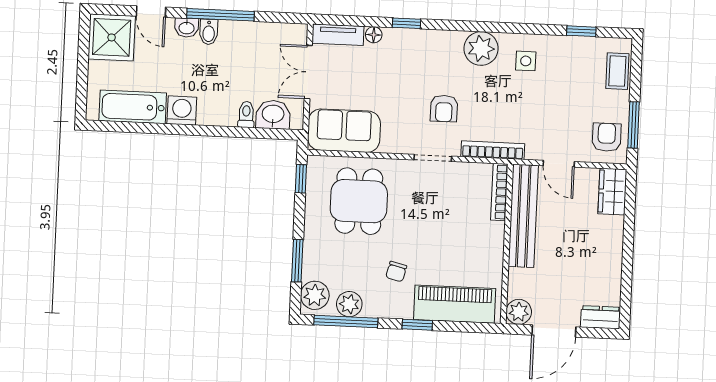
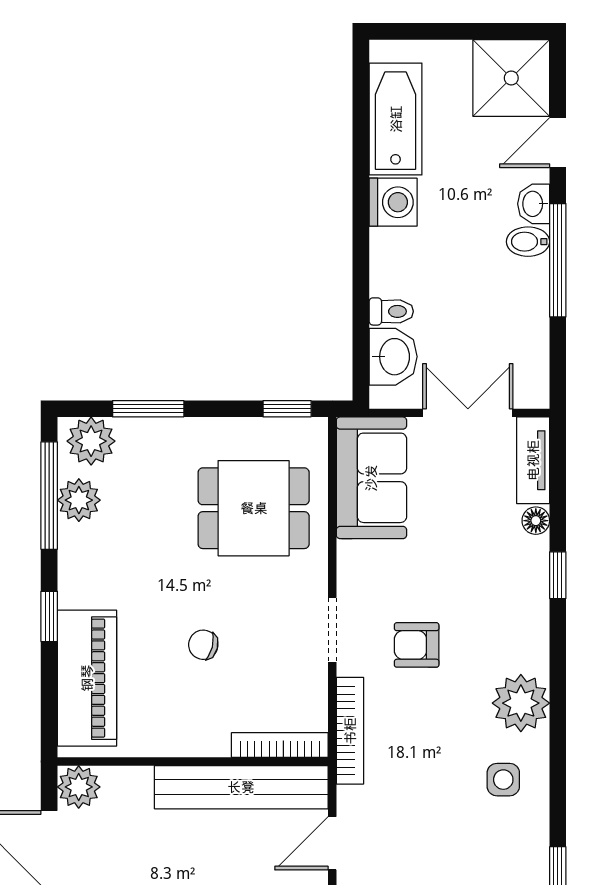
chair: (396, 272) -> (203, 645), moved

